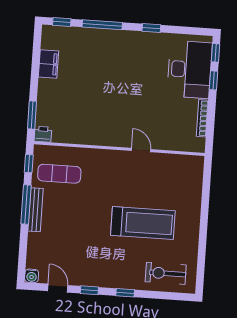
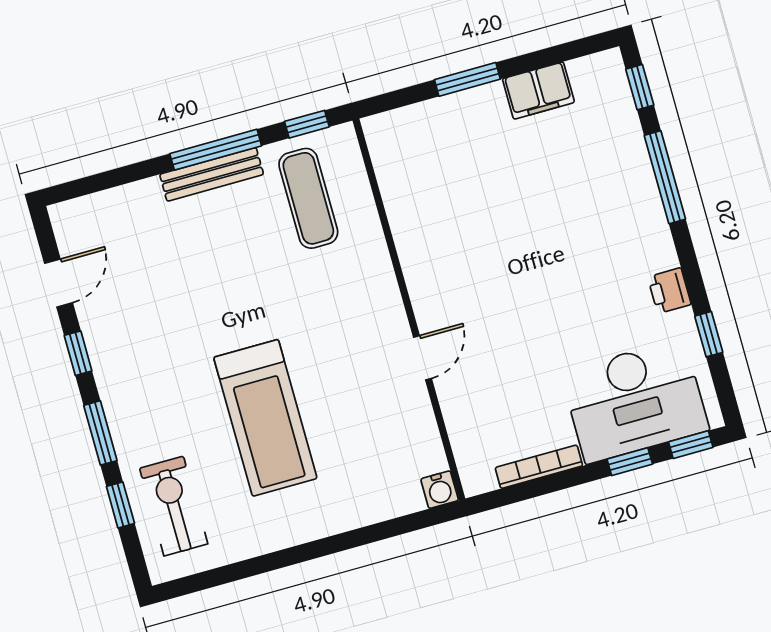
window: (151, 28) -> (709, 334), moved
window: (32, 115) -> (467, 79), moved
printer: (43, 134) -> (669, 291), moved, turned 180
water cooler: (32, 276) -> (440, 490), moved, turned -90
window: (125, 293) -> (100, 433), width x1.50
window: (157, 295) -> (120, 505), added

